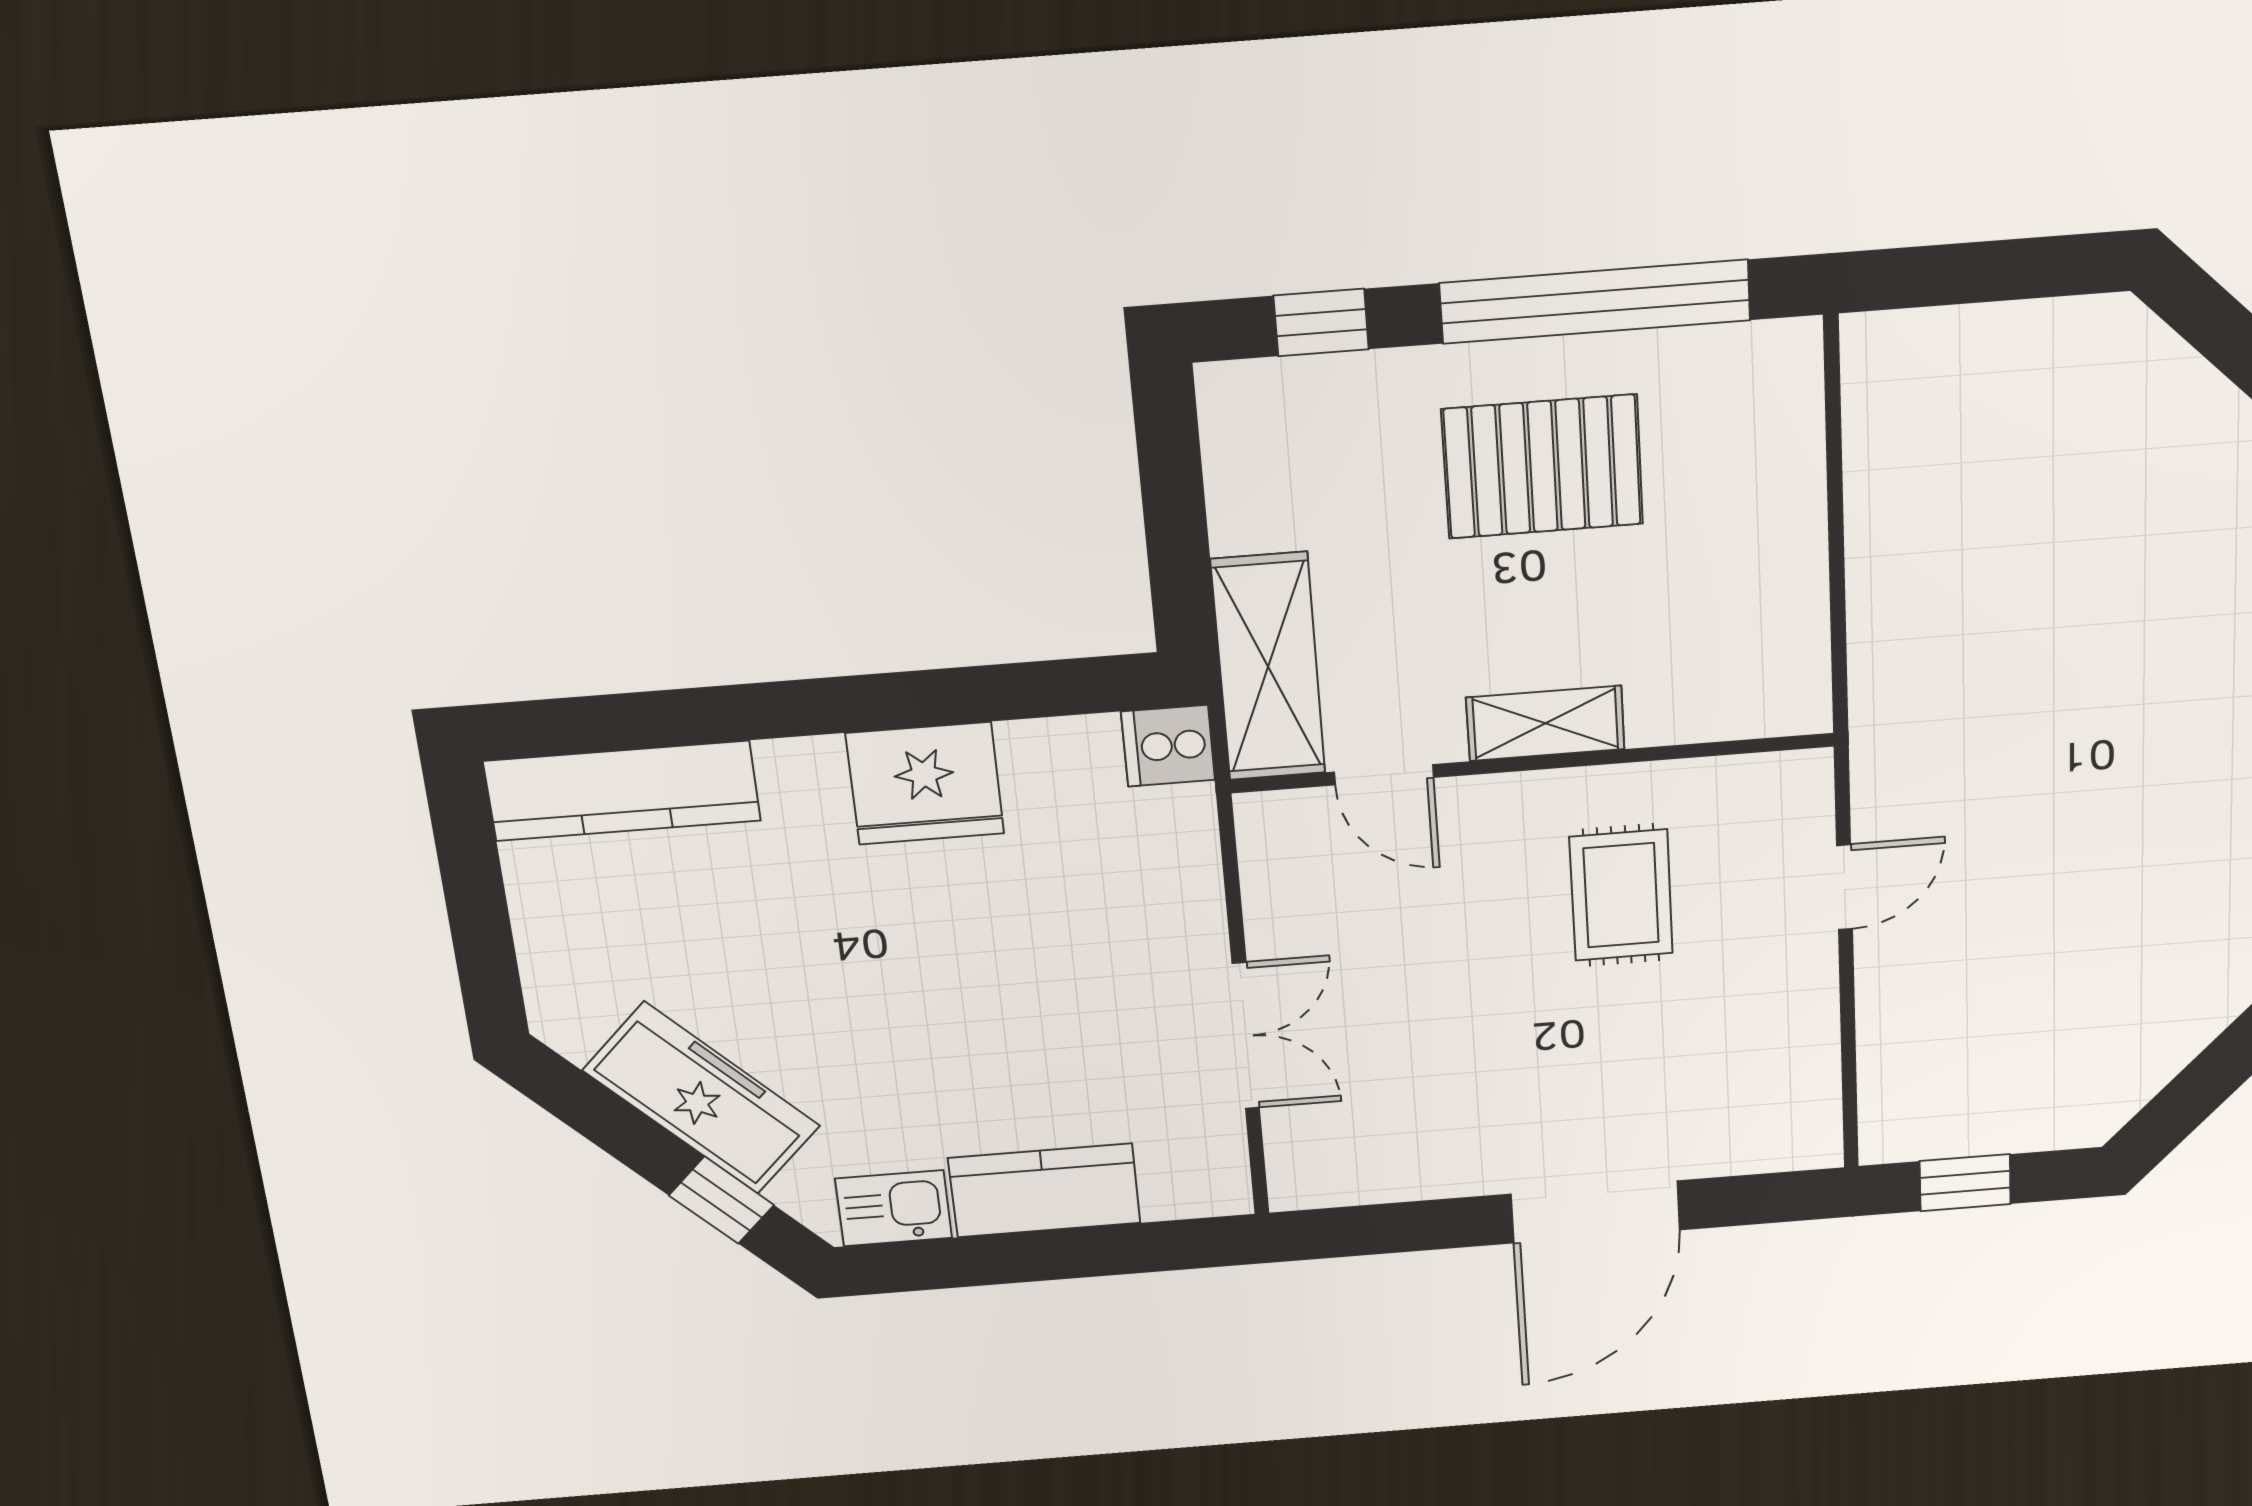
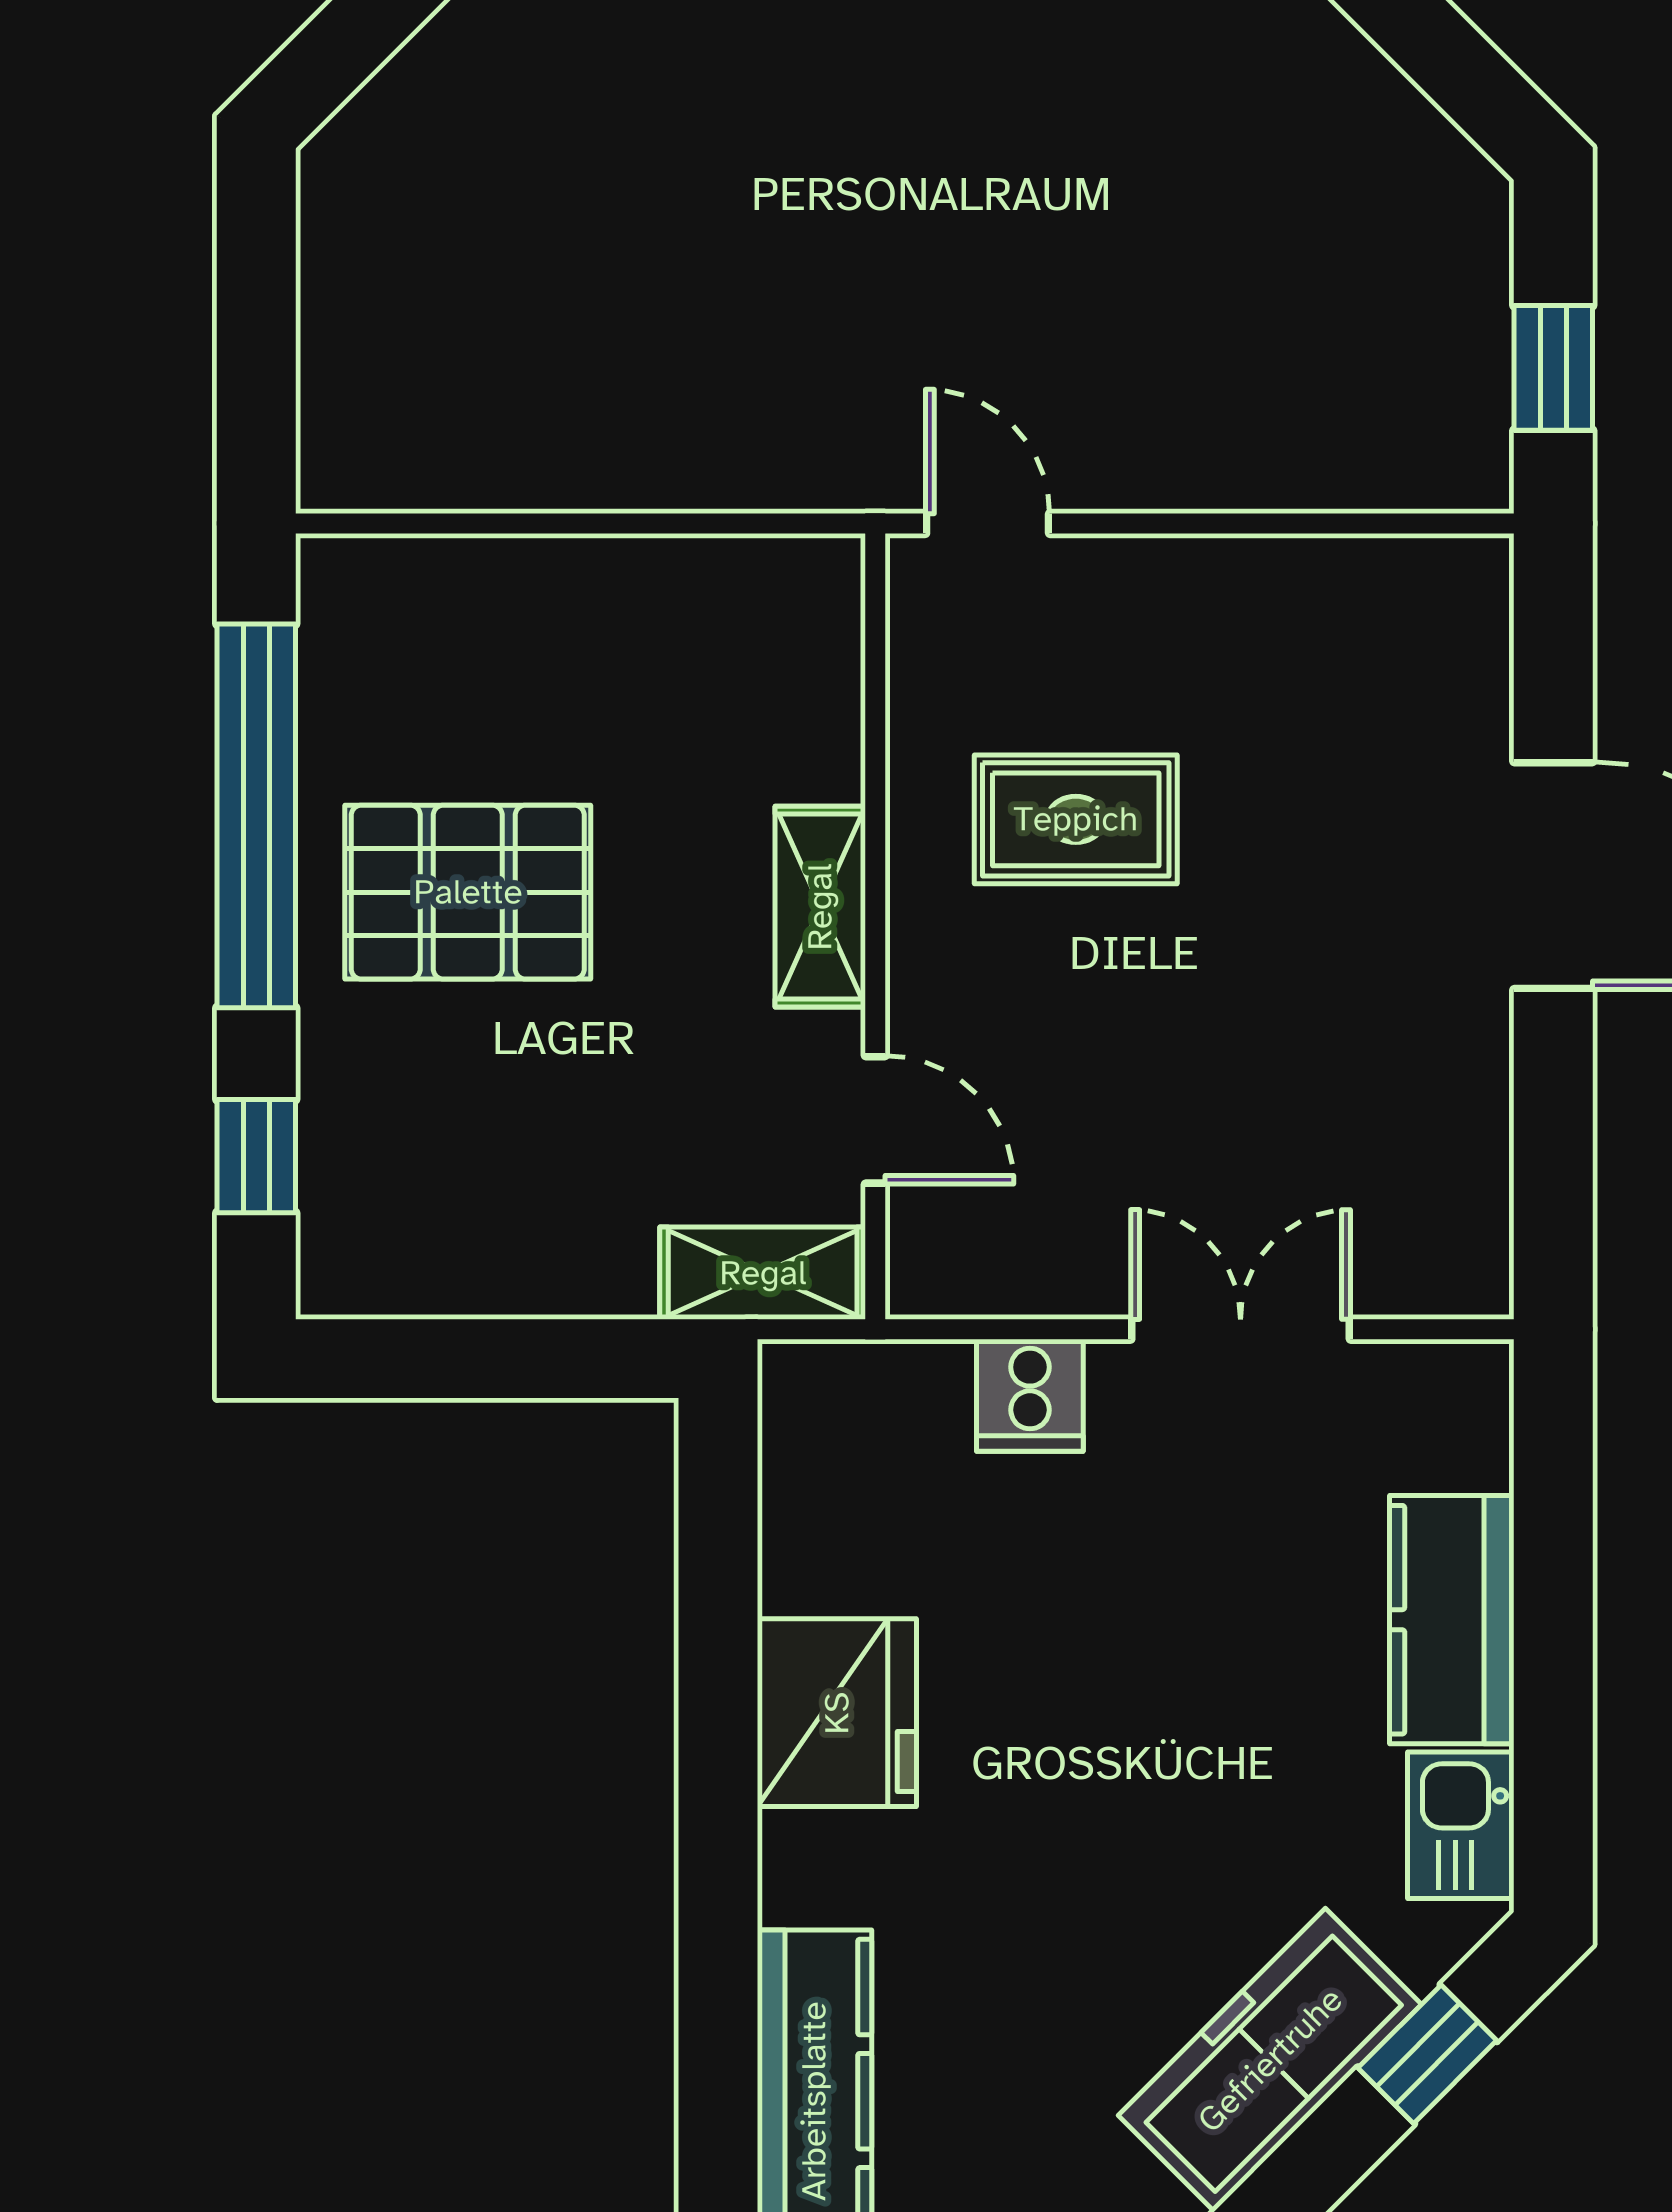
pallet: (1542, 467) -> (468, 892), turned 90
shelving: (1268, 667) -> (763, 1273), width x0.67, depth x0.75
cooker: (1168, 746) -> (1030, 1395), moved
door: (1384, 775) -> (875, 1120), hinge flipped
door: (1845, 887) -> (988, 523), moved

